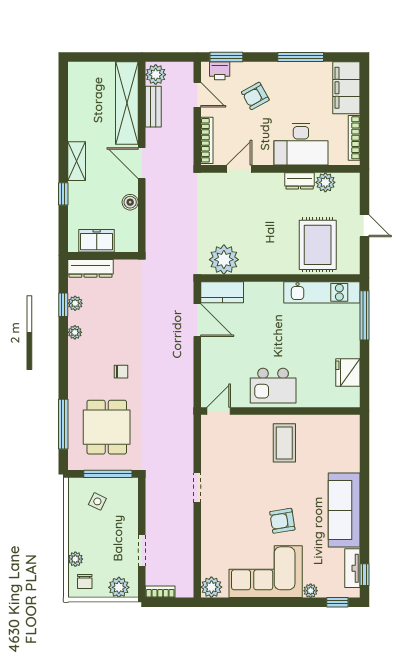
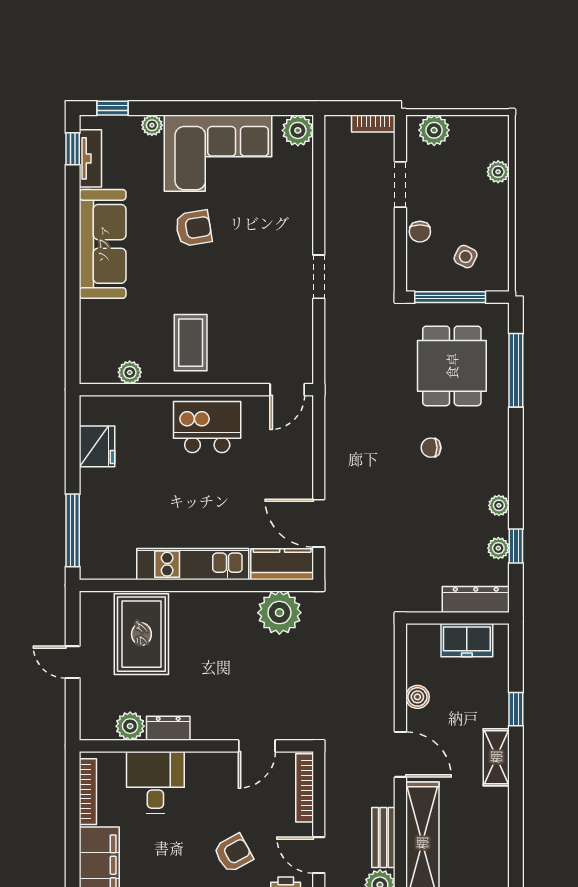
desk: (301, 144) -> (155, 782), width x0.73
kitchen unit: (322, 292) -> (193, 564), moved
plant: (326, 423) -> (130, 372), added
chair: (85, 582) -> (420, 232), moved, turned 180

